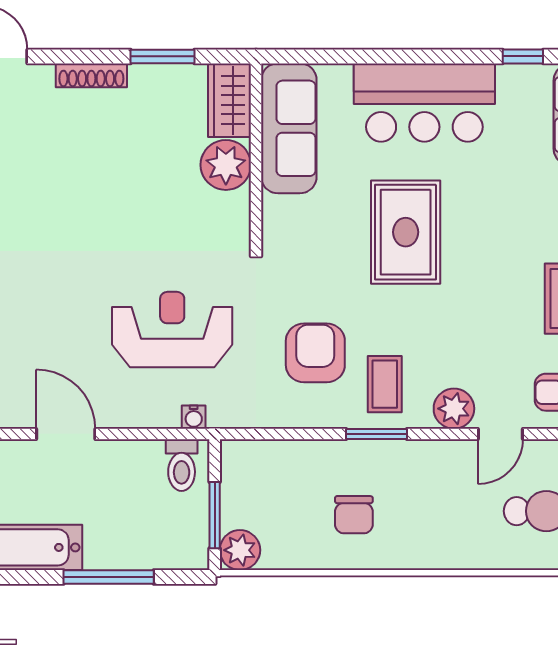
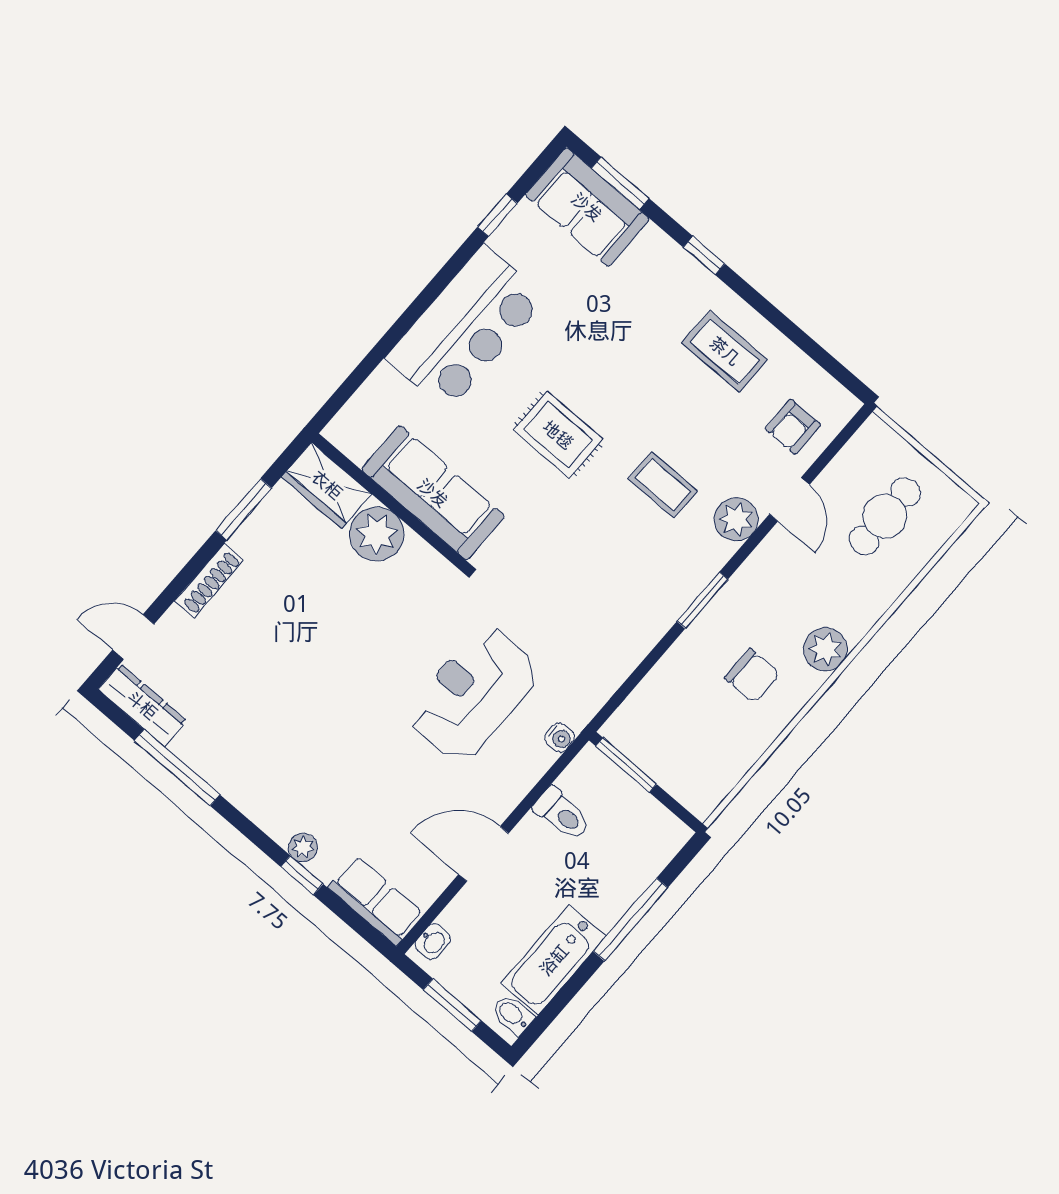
sofa: (289, 128) -> (433, 493), moved
rug: (406, 232) -> (558, 435), width x0.73, depth x0.70
armchair: (315, 353) -> (593, 593), removed
coffee table: (385, 384) -> (663, 485), moved
toilet: (182, 465) -> (562, 814), moved
window: (215, 515) -> (626, 765), moved
plant: (240, 550) -> (825, 649), moved

